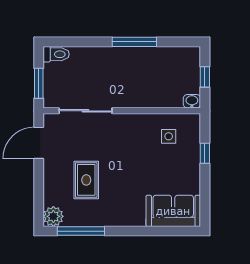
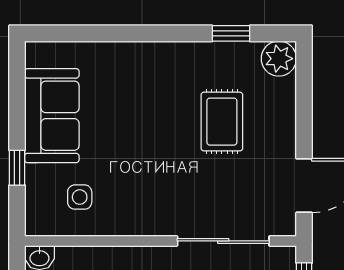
sofa: (173, 211) -> (52, 116), moved, turned -90
window: (81, 231) -> (231, 33), width x0.46

